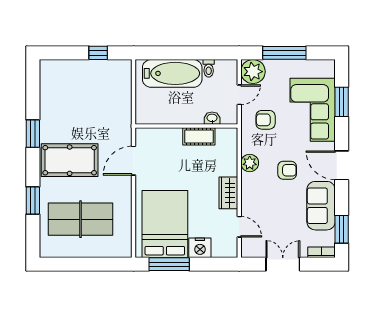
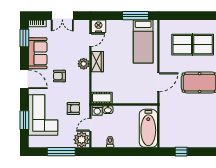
bathtub: (172, 73) -> (148, 128), moved, turned -90
washing machine: (229, 117) -> (97, 110), added
cot: (199, 136) -> (102, 98), moved
plant: (250, 163) -> (84, 64), moved
bed: (165, 224) -> (143, 41), width x0.67
door: (239, 227) -> (90, 40), swing flipped
nightstand: (200, 248) -> (99, 26), moved

